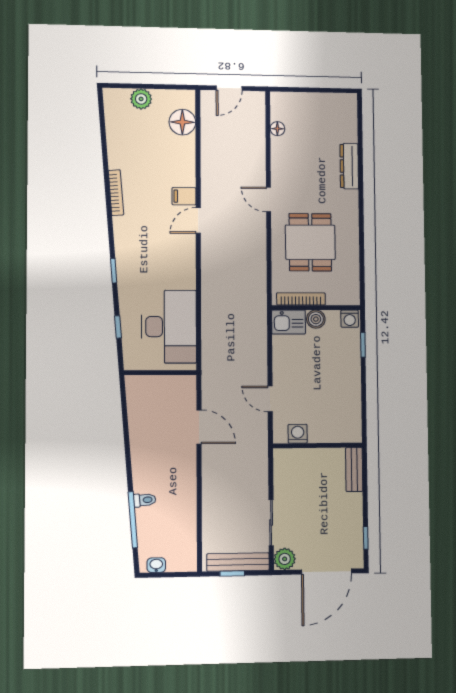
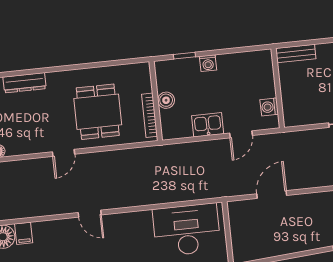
filing cabinet: (184, 196) -> (24, 233), moved
dining table: (310, 242) -> (98, 112), turned 90
washing machine: (350, 319) -> (208, 63), moved, turned 90
kitchen sink: (289, 322) -> (208, 125), moved, turned -90

